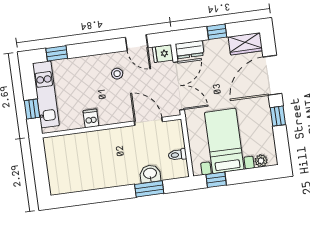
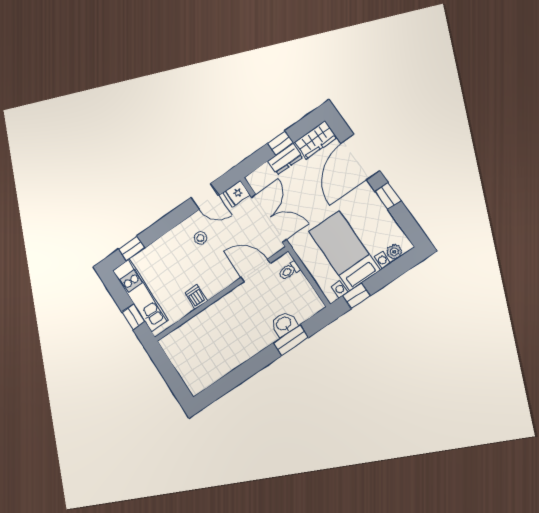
dresser: (190, 50) -> (285, 159), moved
toilet: (177, 155) -> (289, 270), moved

